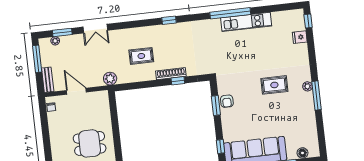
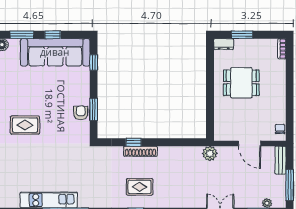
rug: (141, 56) -> (140, 187), moved

